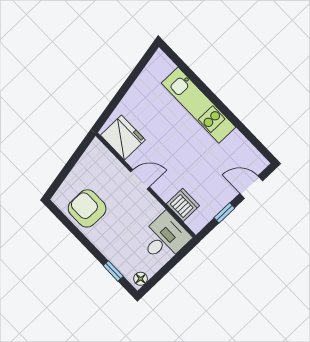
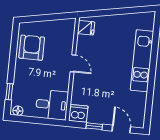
fridge: (123, 138) -> (86, 28), width x0.53, depth x0.75
dishwasher: (183, 205) -> (78, 113), moved, turned -90

